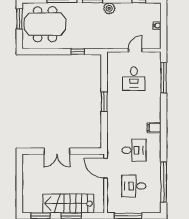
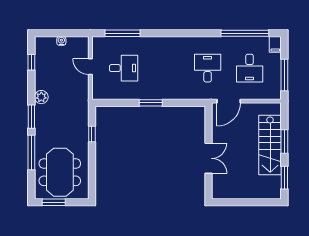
filing cabinet: (154, 128) -> (275, 44), moved

